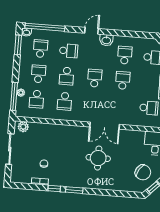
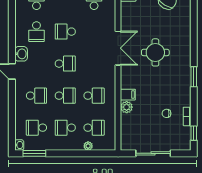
window: (45, 27) -> (12, 124), removed
school desk: (69, 51) -> (36, 96), turned 90
school desk: (125, 55) -> (36, 32), turned -90
school desk: (95, 78) -> (65, 64), turned 180
window: (14, 96) -> (93, 153), removed
plant: (23, 127) -> (127, 107), moved
filing cabinet: (63, 131) -> (128, 95), added
window: (54, 188) -> (194, 133), moved

